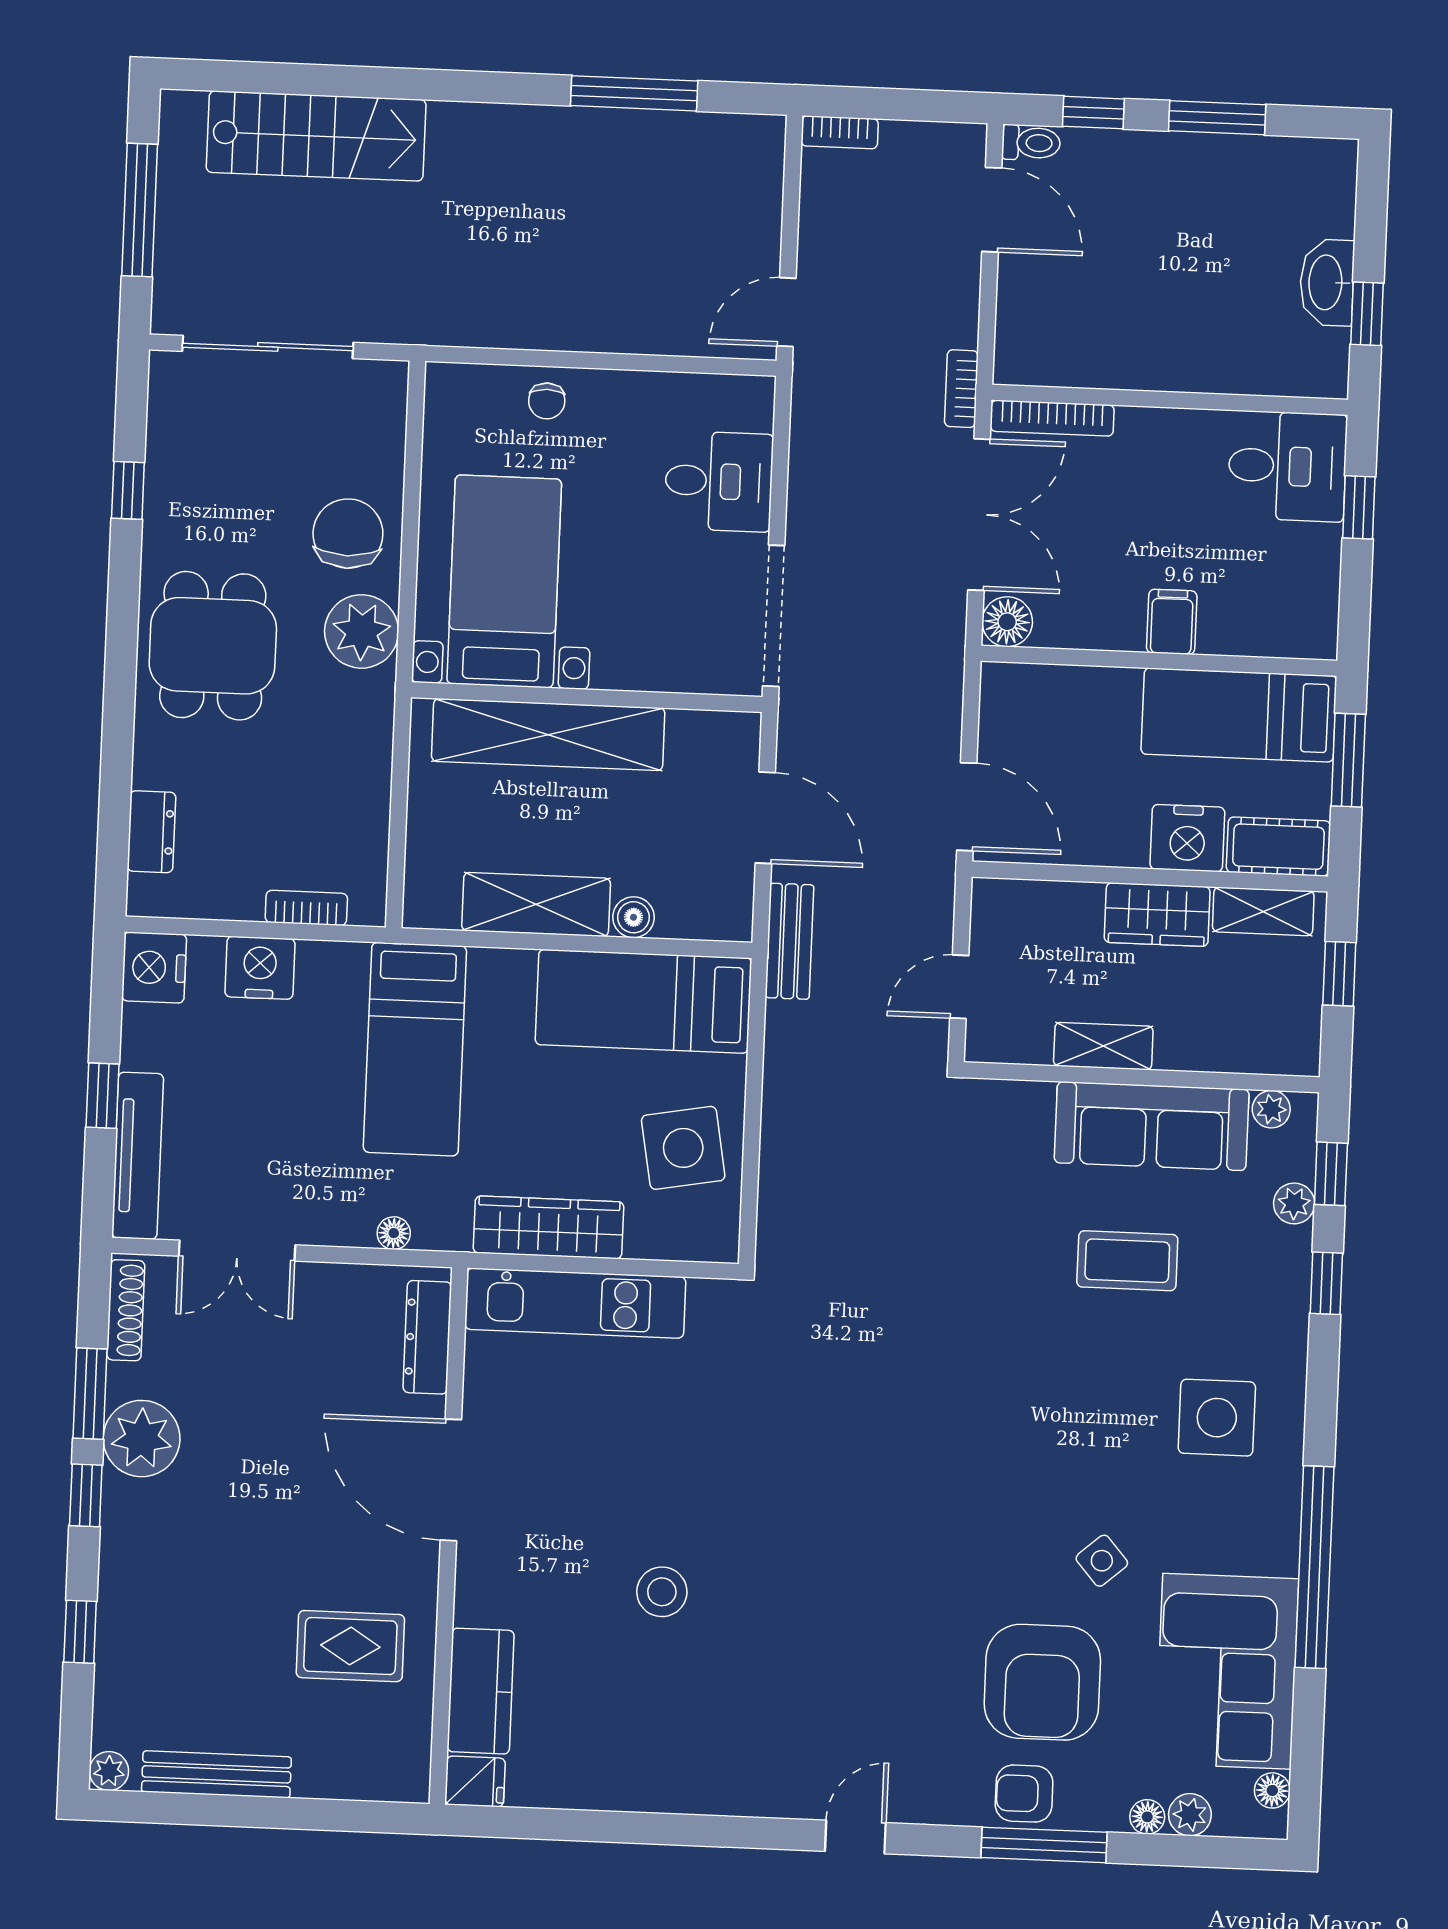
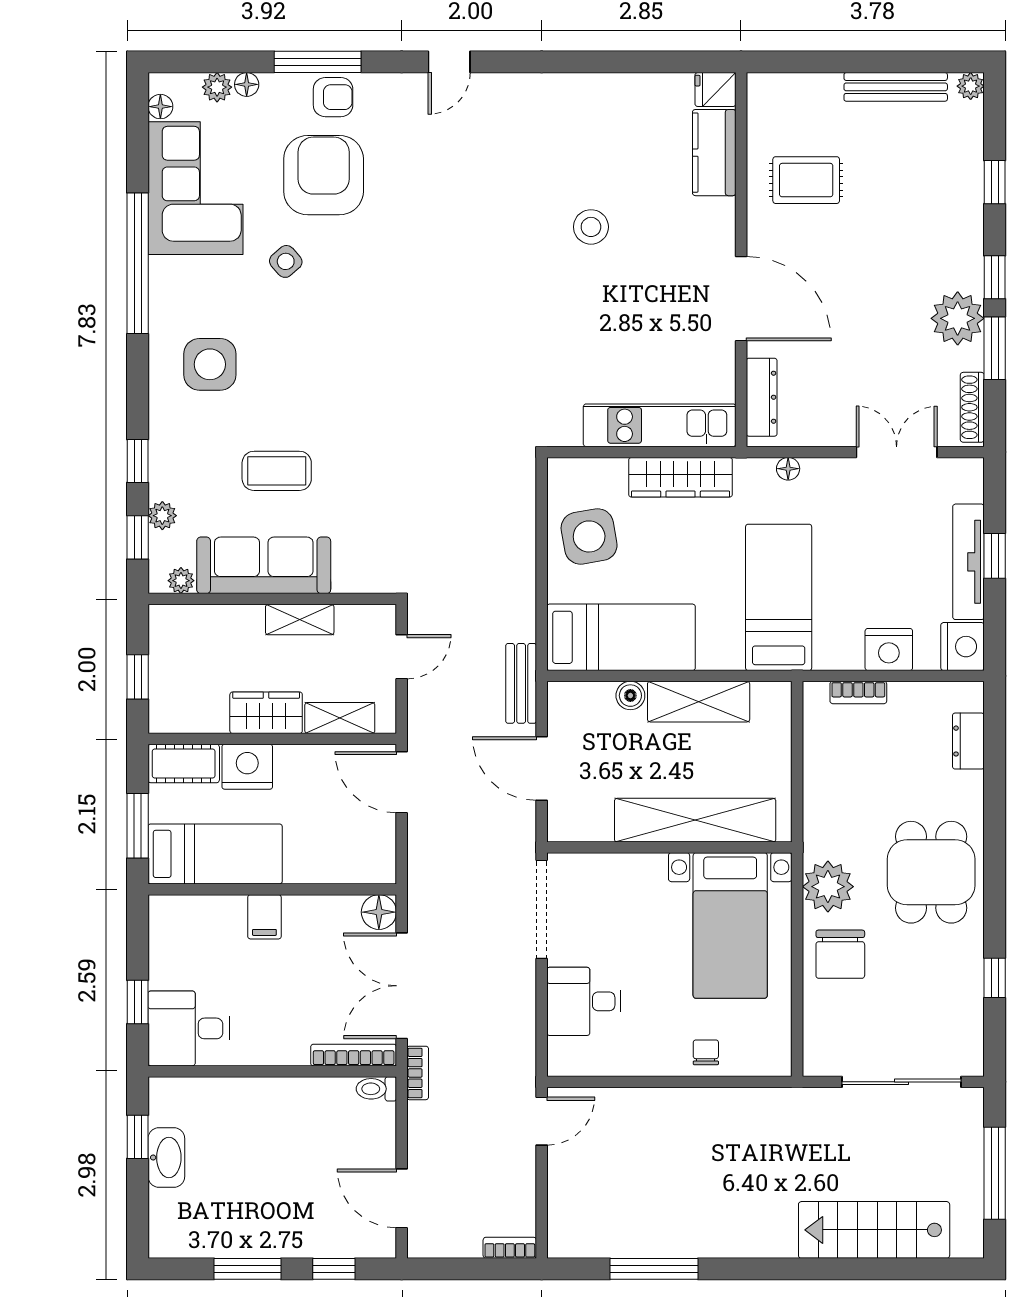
toilet: (1031, 143) -> (376, 1089), moved
shelving: (1263, 911) -> (340, 718), moved
tv unit: (138, 1156) -> (969, 562), moved

